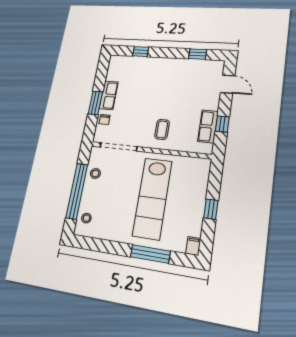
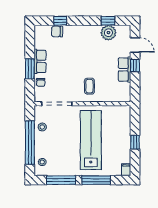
chair: (135, 63) -> (57, 31), added
plant: (196, 68) -> (108, 33), added
window: (222, 124) -> (135, 66), moved
row of seats: (208, 126) -> (125, 70), moved
lab bench: (152, 198) -> (91, 140), turned 180
window: (105, 246) -> (61, 180), added

